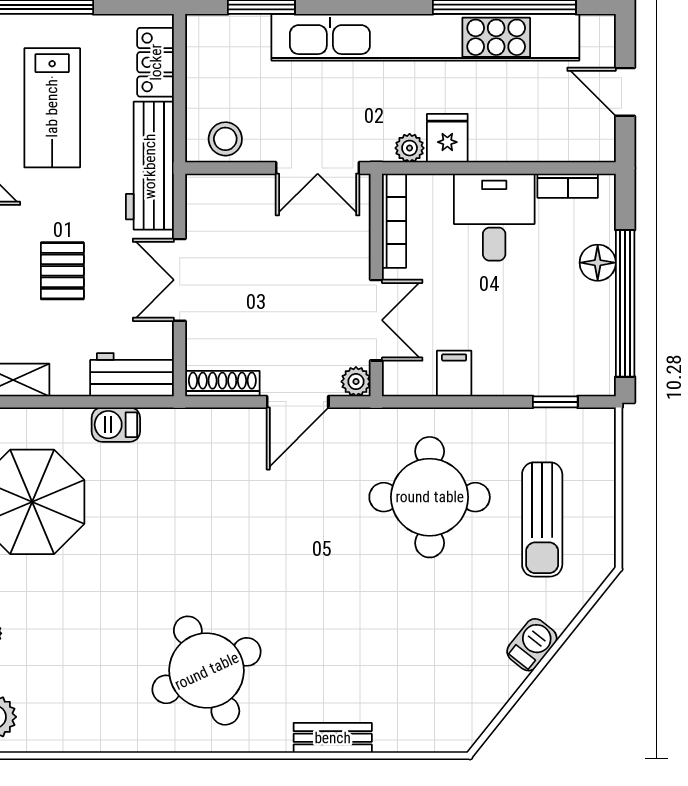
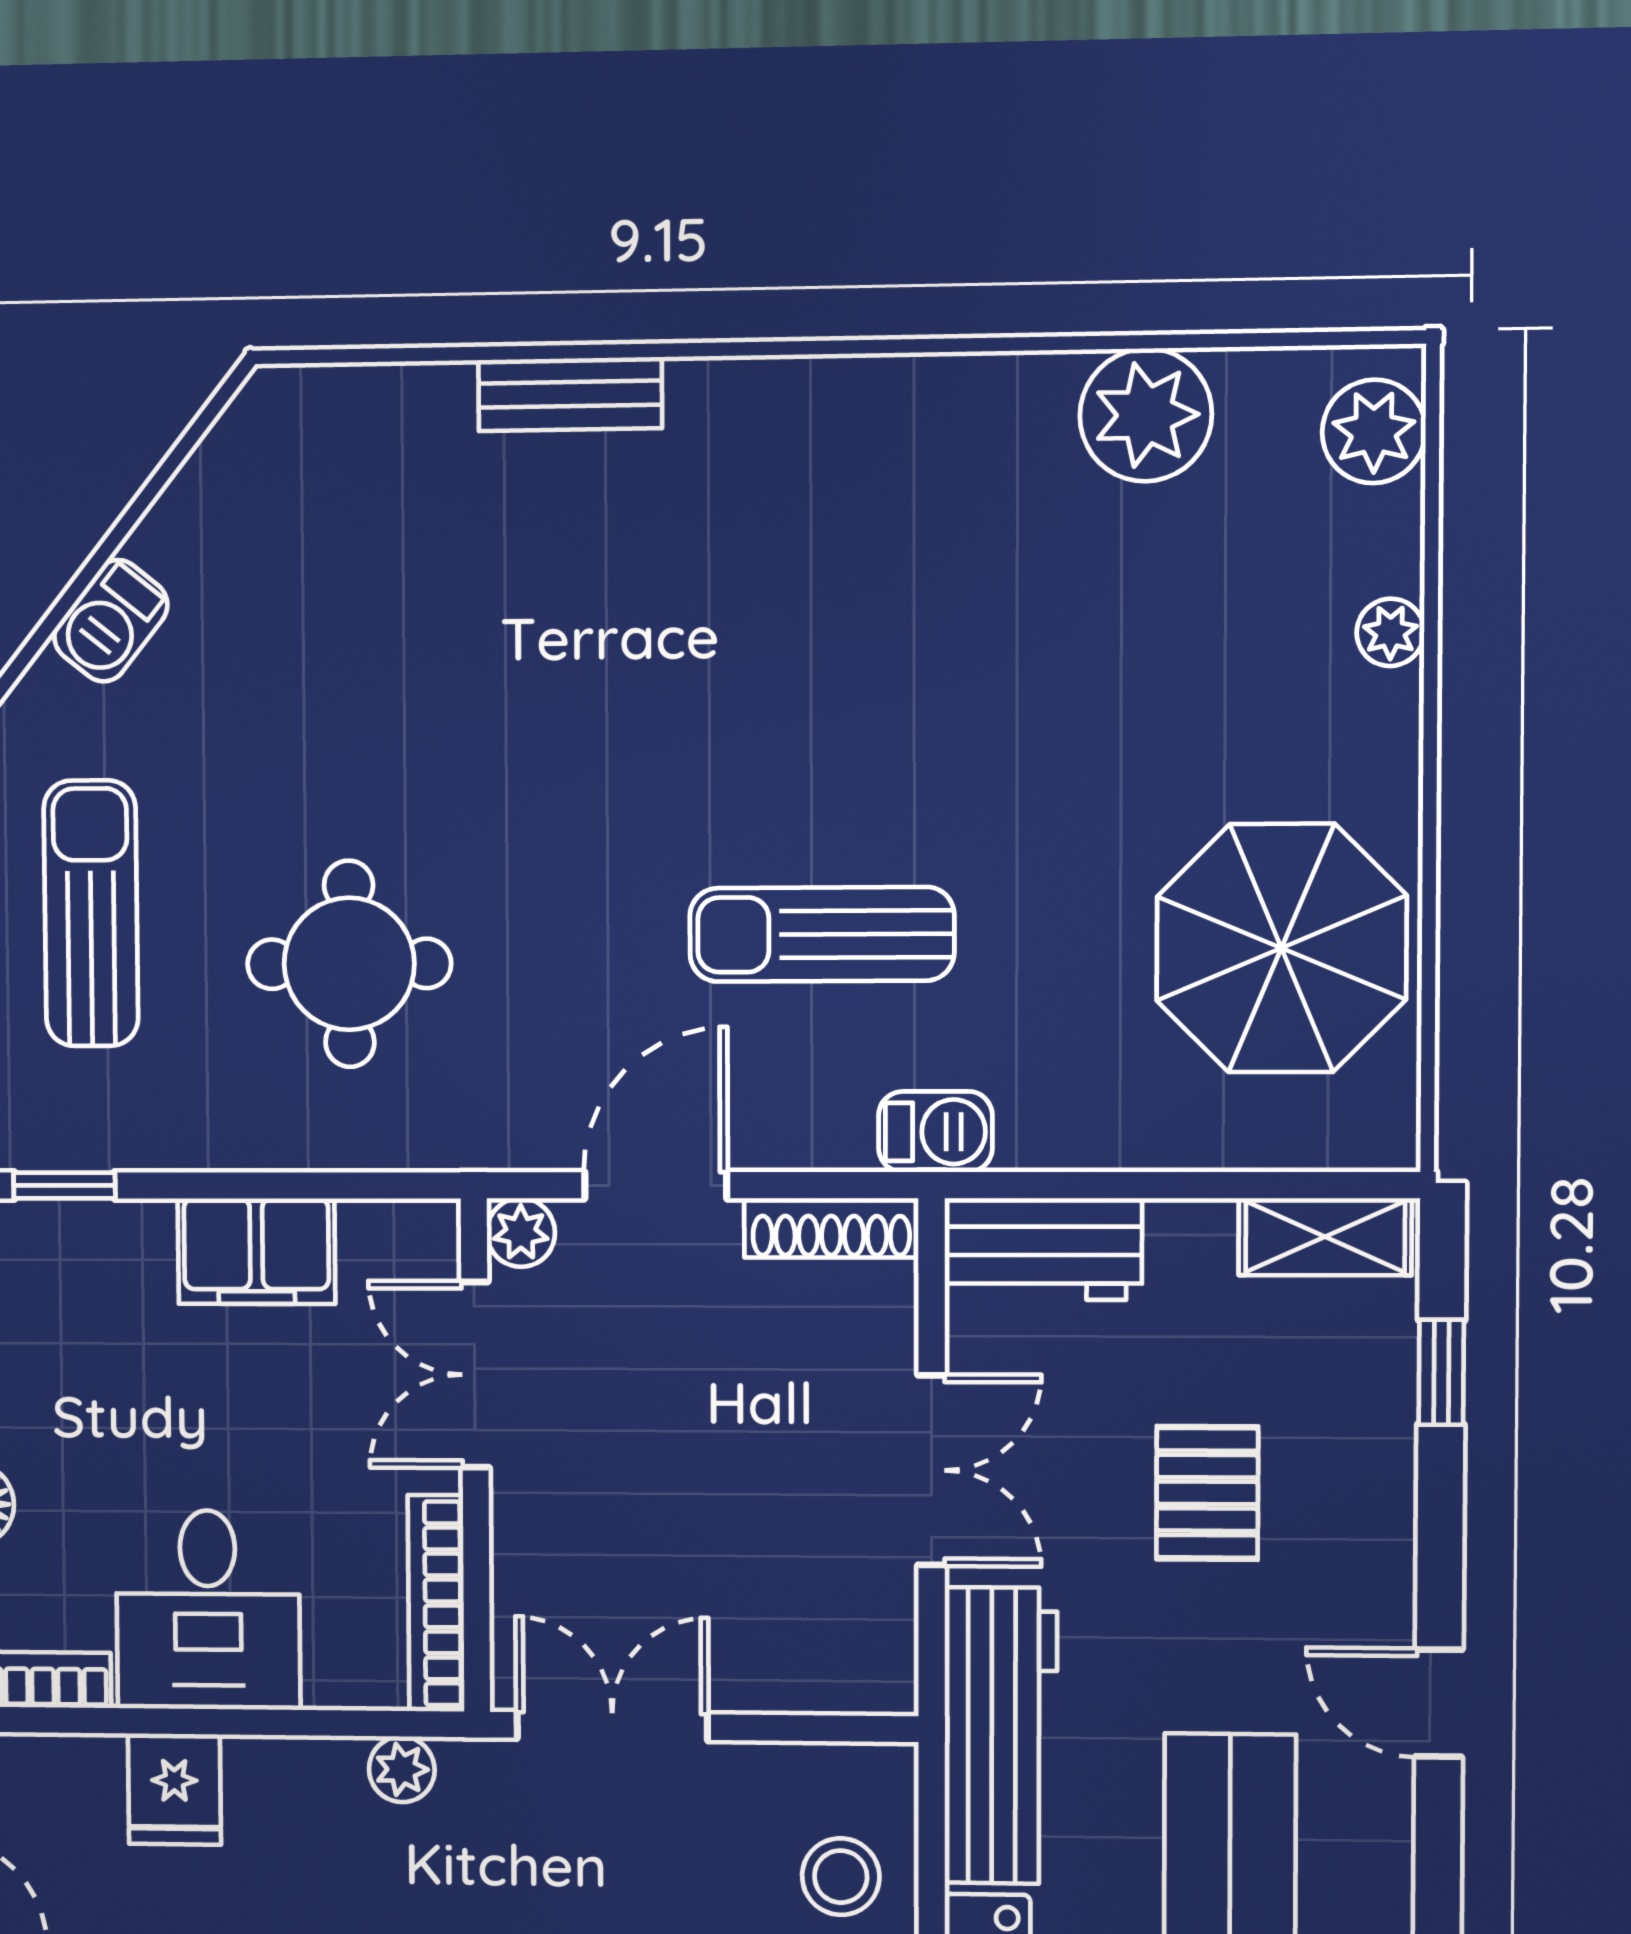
fridge: (447, 138) -> (174, 1789), moved
stool: (225, 139) -> (841, 1877), moved
filing cabinet: (454, 373) -> (256, 1251), width x2.00
barbecue: (116, 425) -> (935, 1132), moved
round table: (430, 497) -> (349, 964), width x0.73, depth x0.73
sun lounger: (226, 509) -> (822, 934), added
round table: (207, 671) -> (868, 550), removed
plant: (90, 725) -> (1146, 415), added

